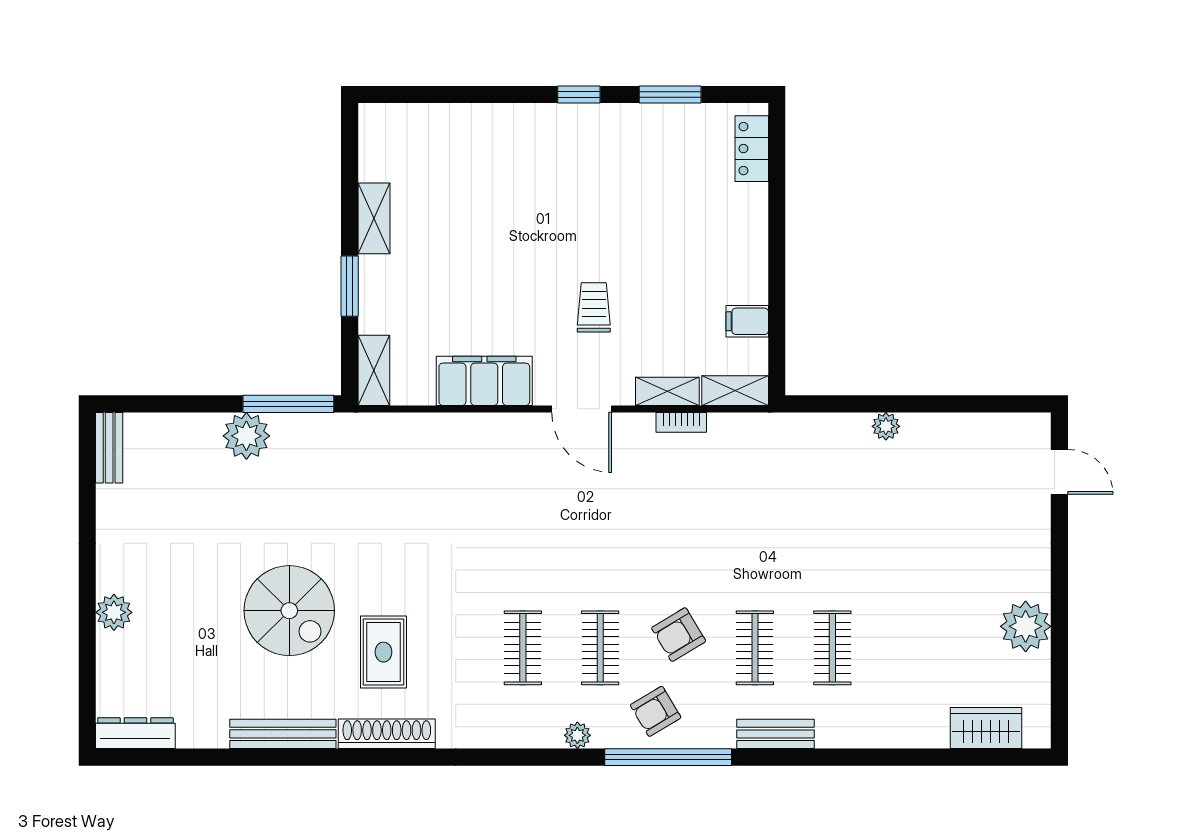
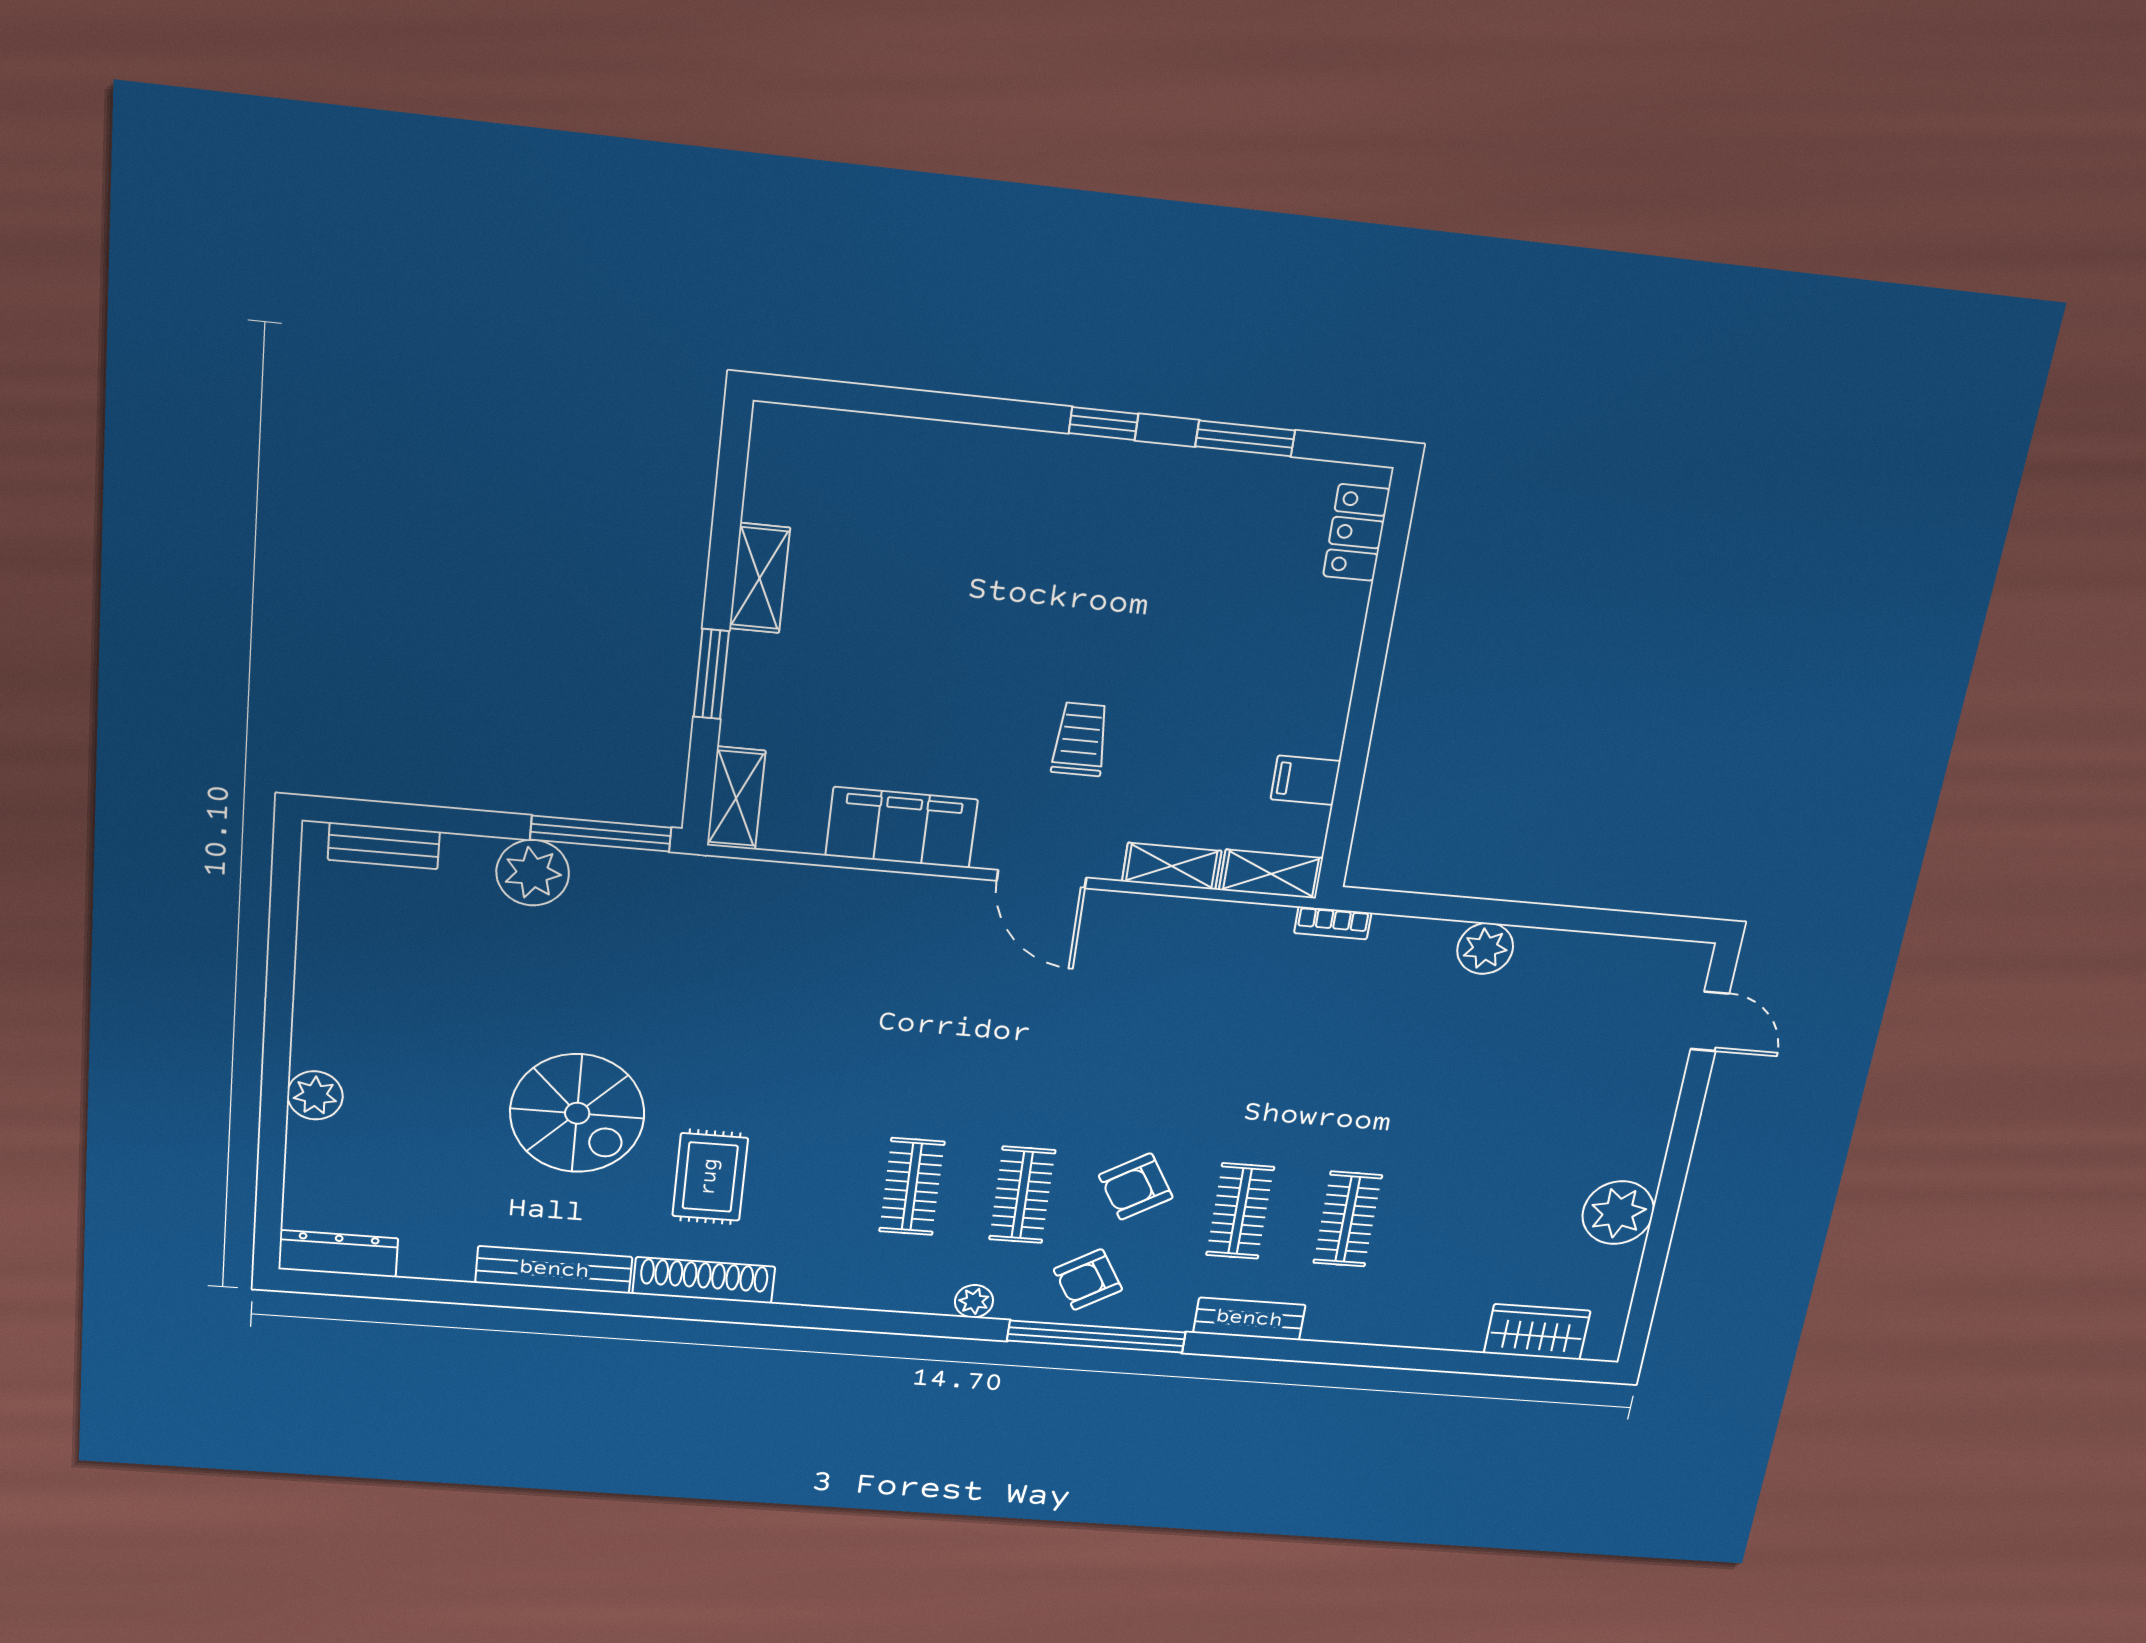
bookcase: (681, 422) -> (1333, 923), moved
plant: (886, 426) -> (1485, 948), width x1.38, depth x1.38
bench: (109, 448) -> (384, 846), moved, turned 90

